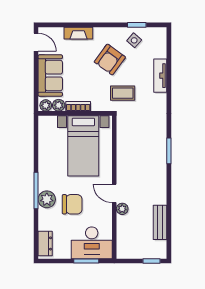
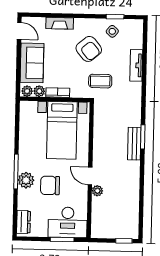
armchair: (110, 59) -> (89, 49), turned -76
chair: (72, 204) -> (50, 185), turned 180
bench: (160, 222) -> (134, 144), moved

